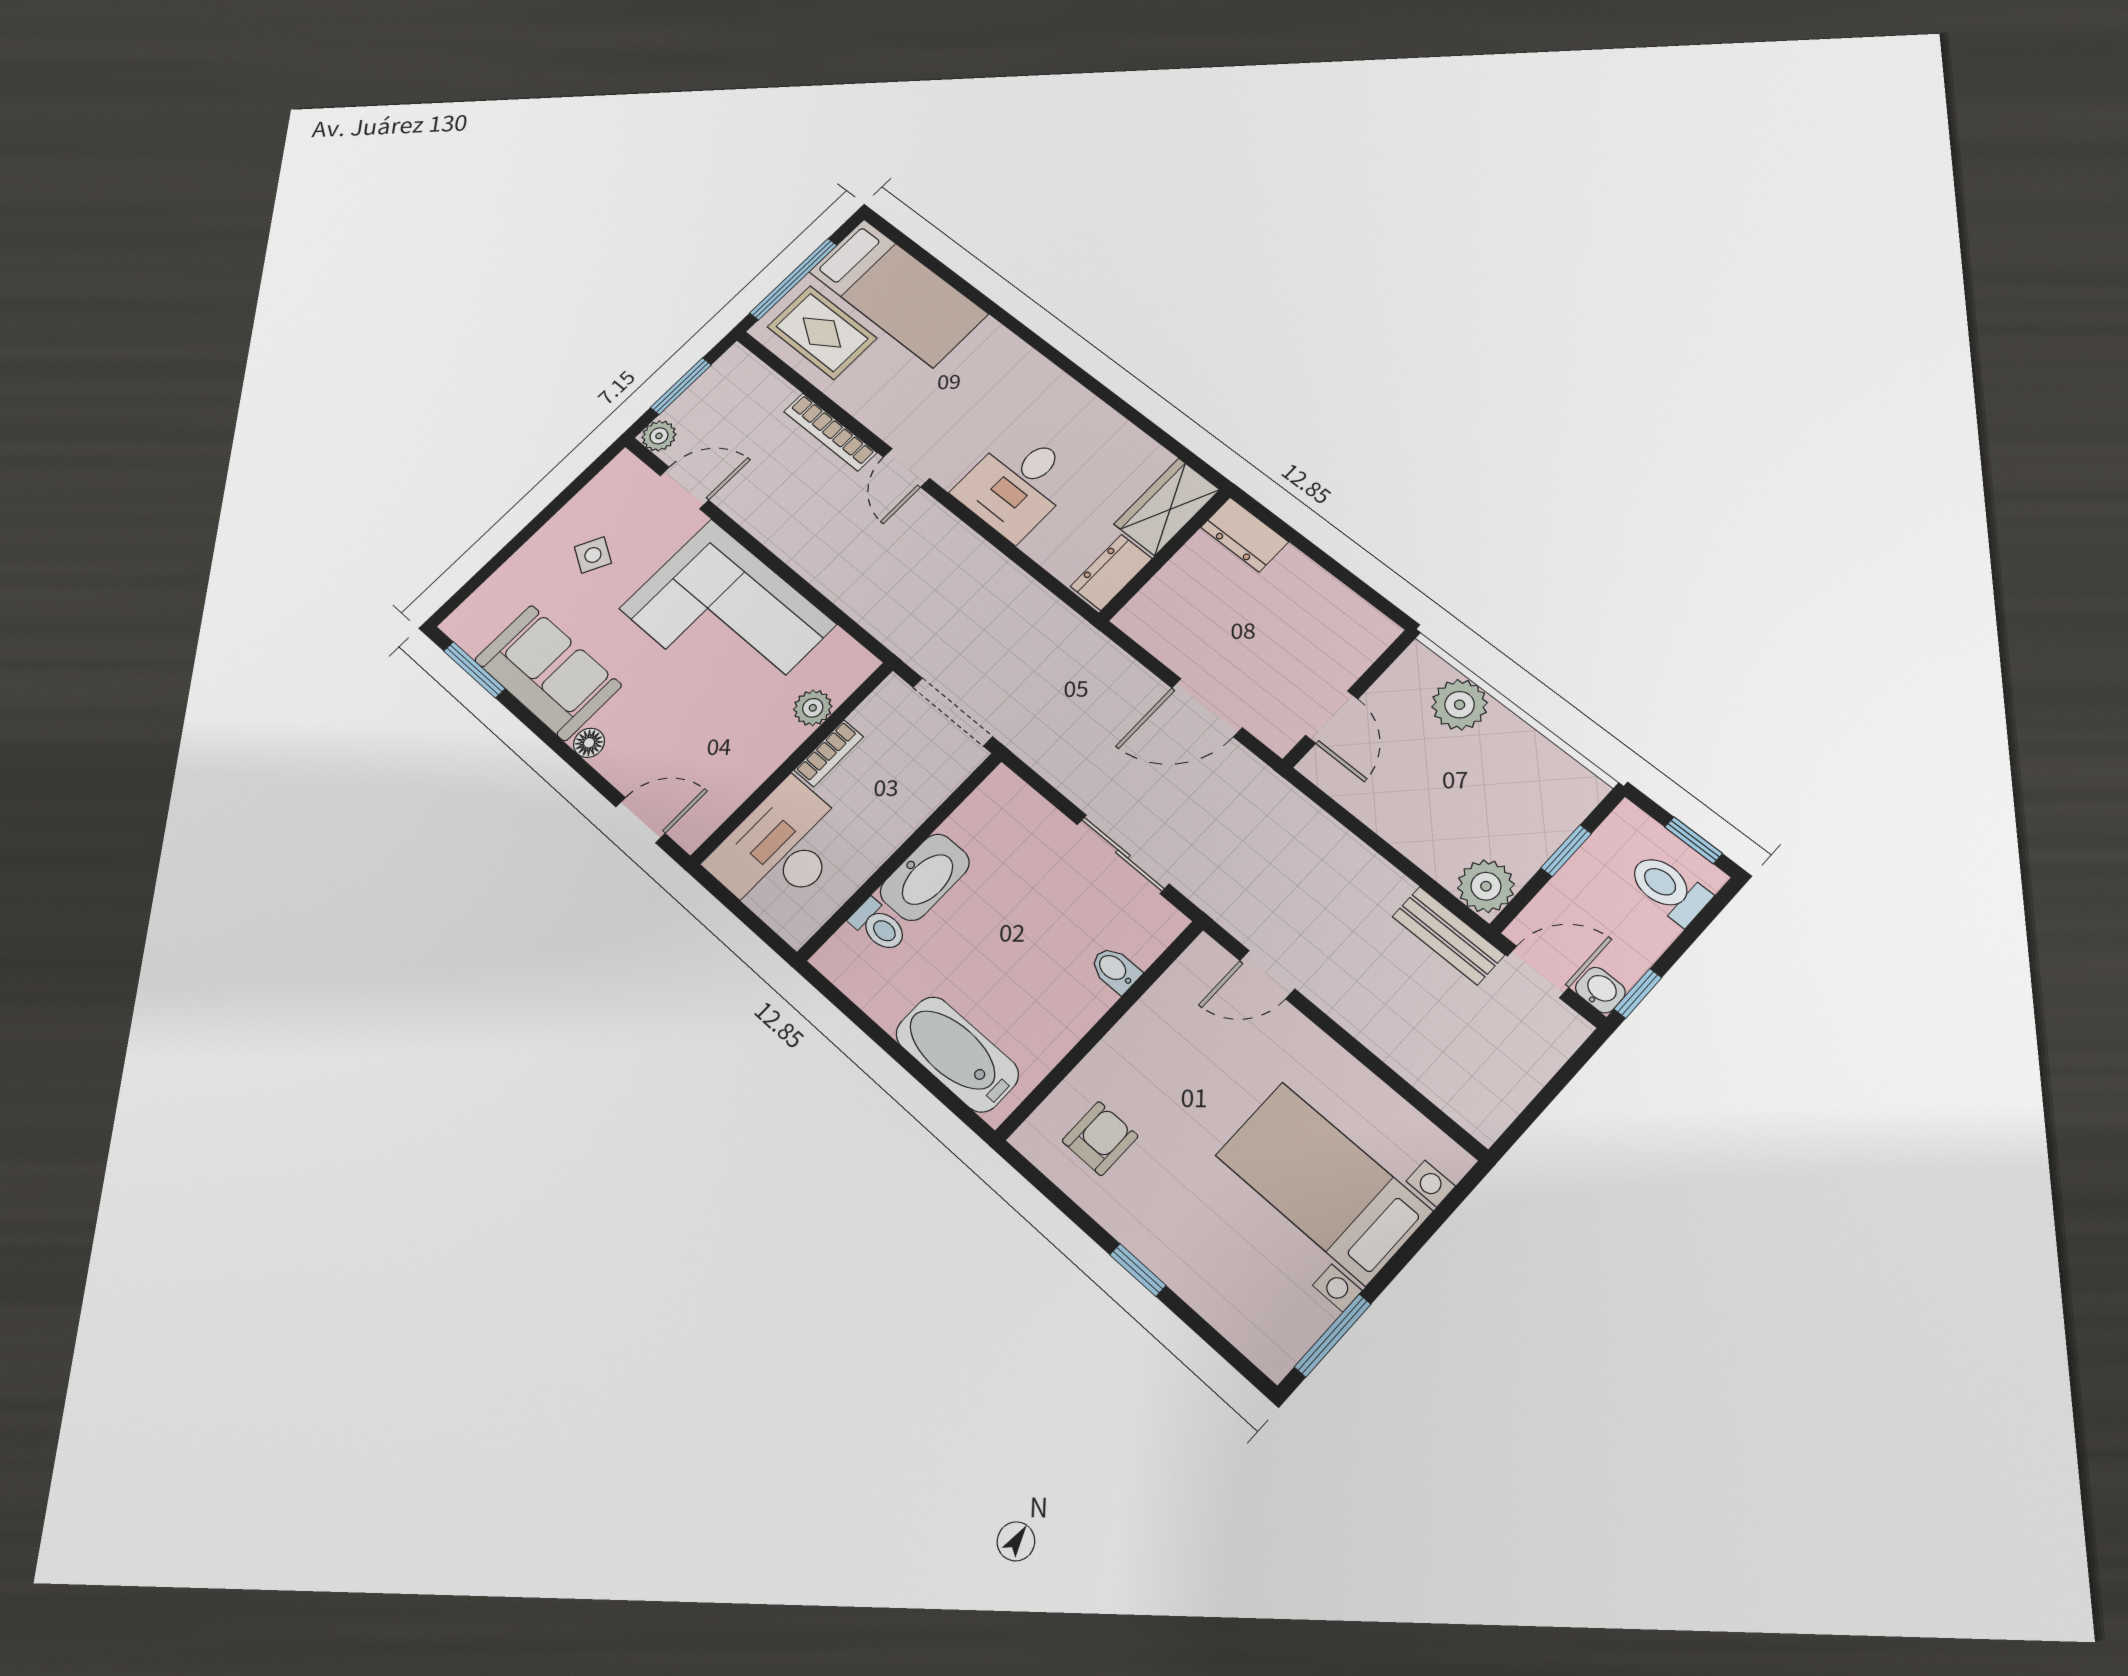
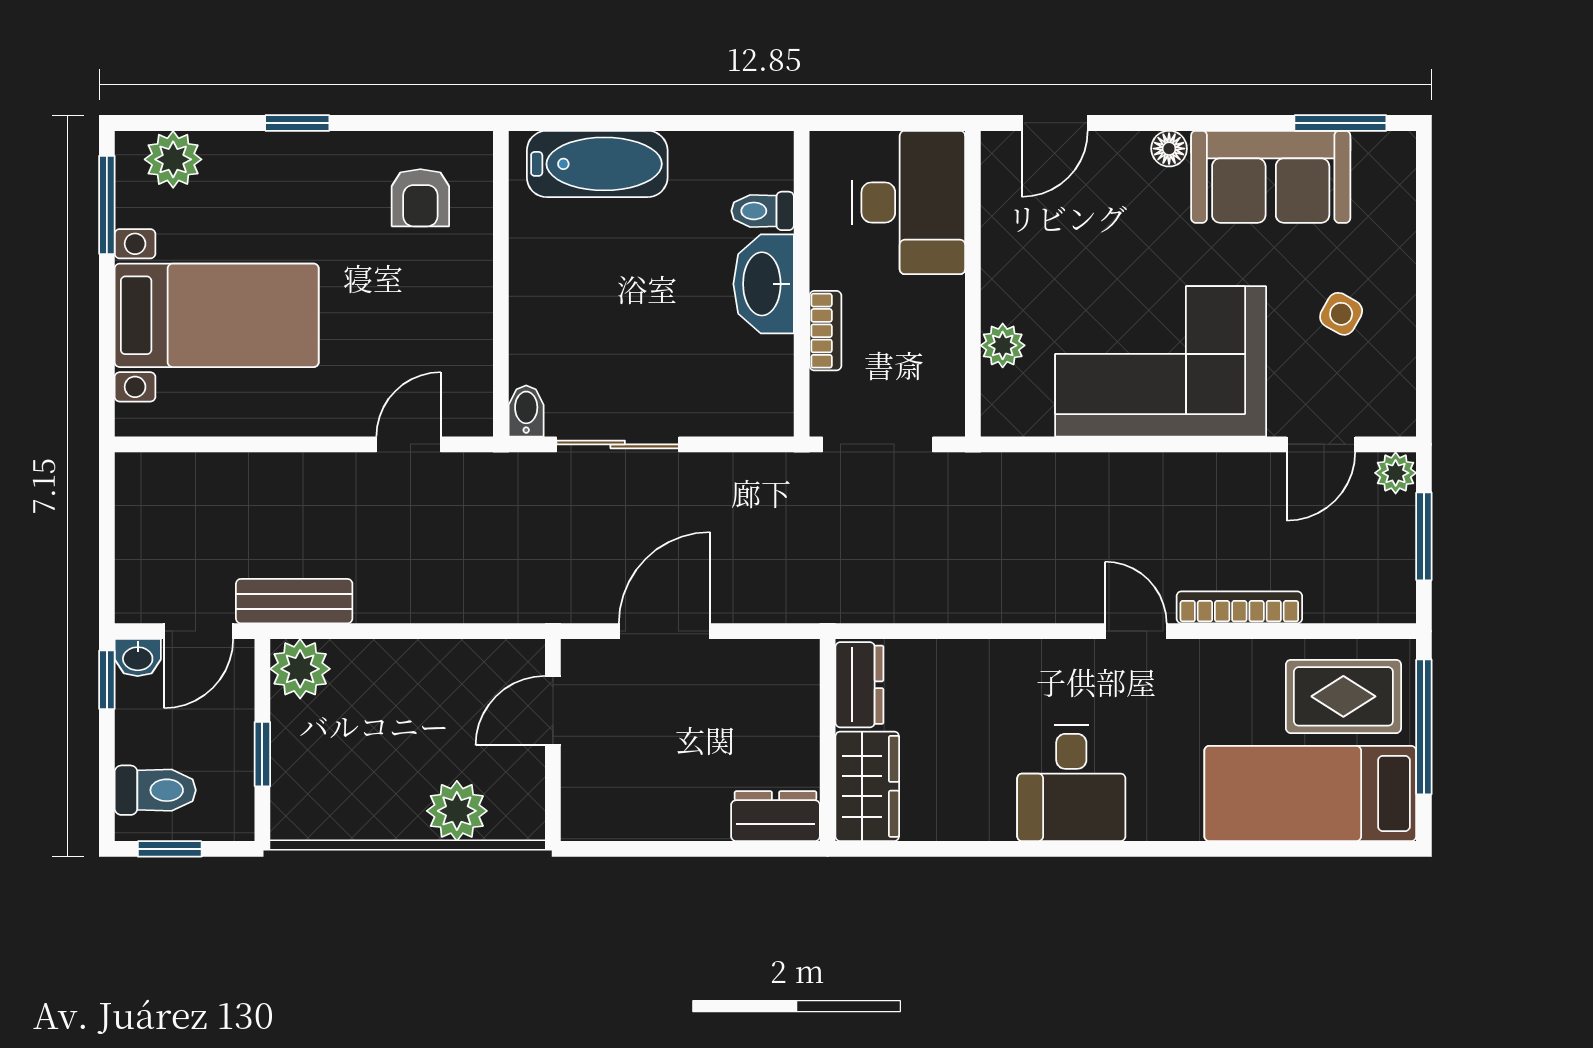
desk: (1017, 485) -> (1071, 783), moved, turned 180
door: (1332, 717) -> (553, 711), hinge flipped
bookcase: (829, 753) -> (825, 331), moved, turned 180
bidet: (1115, 970) -> (526, 411), moved, turned -90
plant: (1253, 1325) -> (173, 159), added

